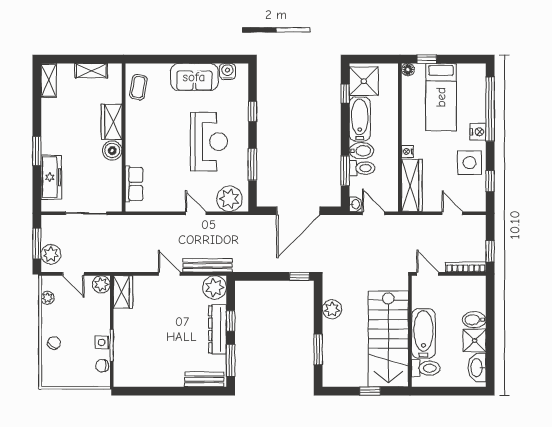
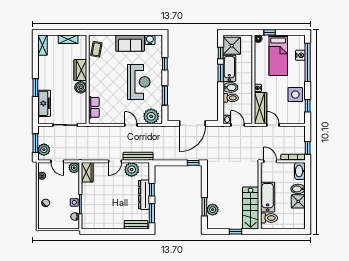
nightstand: (478, 132) -> (300, 55), moved
window: (345, 171) -> (221, 73), moved
door: (452, 213) -> (273, 125), moved
door: (169, 274) -> (115, 161), swing flipped
plant: (214, 287) -> (132, 170), moved
plant: (332, 309) -> (213, 210), moved
stairs: (388, 339) -> (251, 208), width x0.73, depth x0.66
washbasin: (477, 368) -> (300, 171), moved

